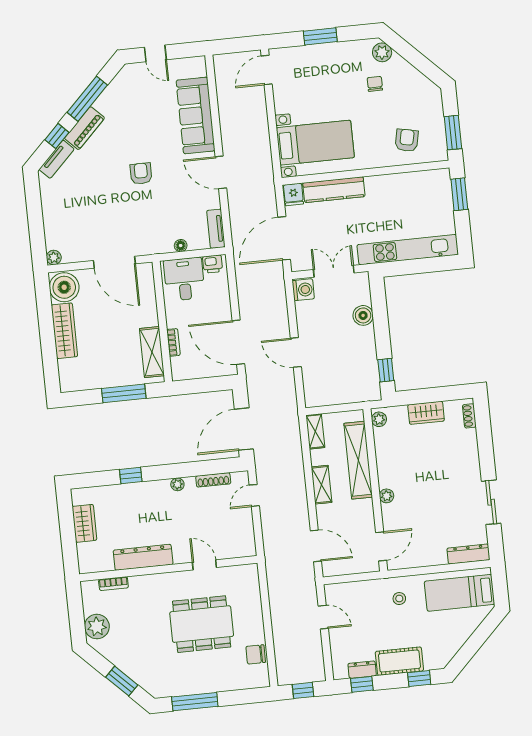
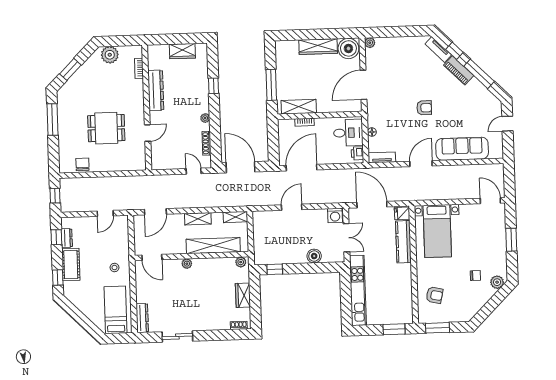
dining table: (202, 624) -> (106, 128), width x0.73

